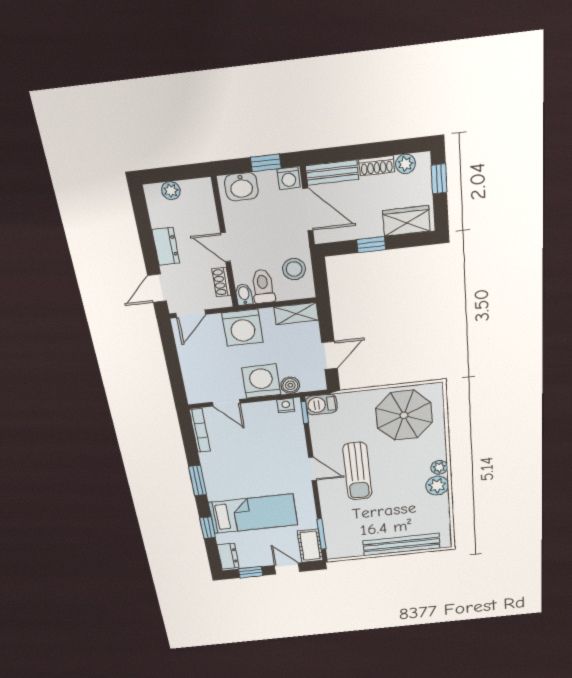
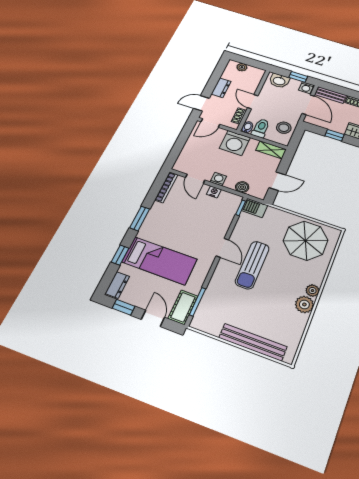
washing machine: (261, 381) -> (218, 179), width x0.53, depth x0.53
nightstand: (286, 405) -> (214, 192), moved

